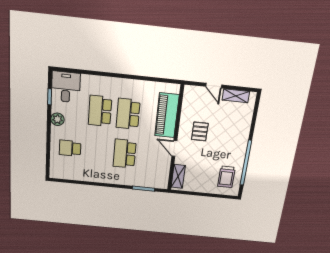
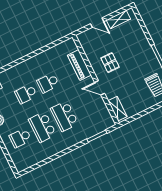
school desk: (100, 111) -> (26, 94), width x0.54
school desk: (128, 114) -> (48, 83), width x0.54
piano: (167, 115) -> (79, 65), width x0.73, depth x0.75
school desk: (97, 151) -> (42, 127), added

